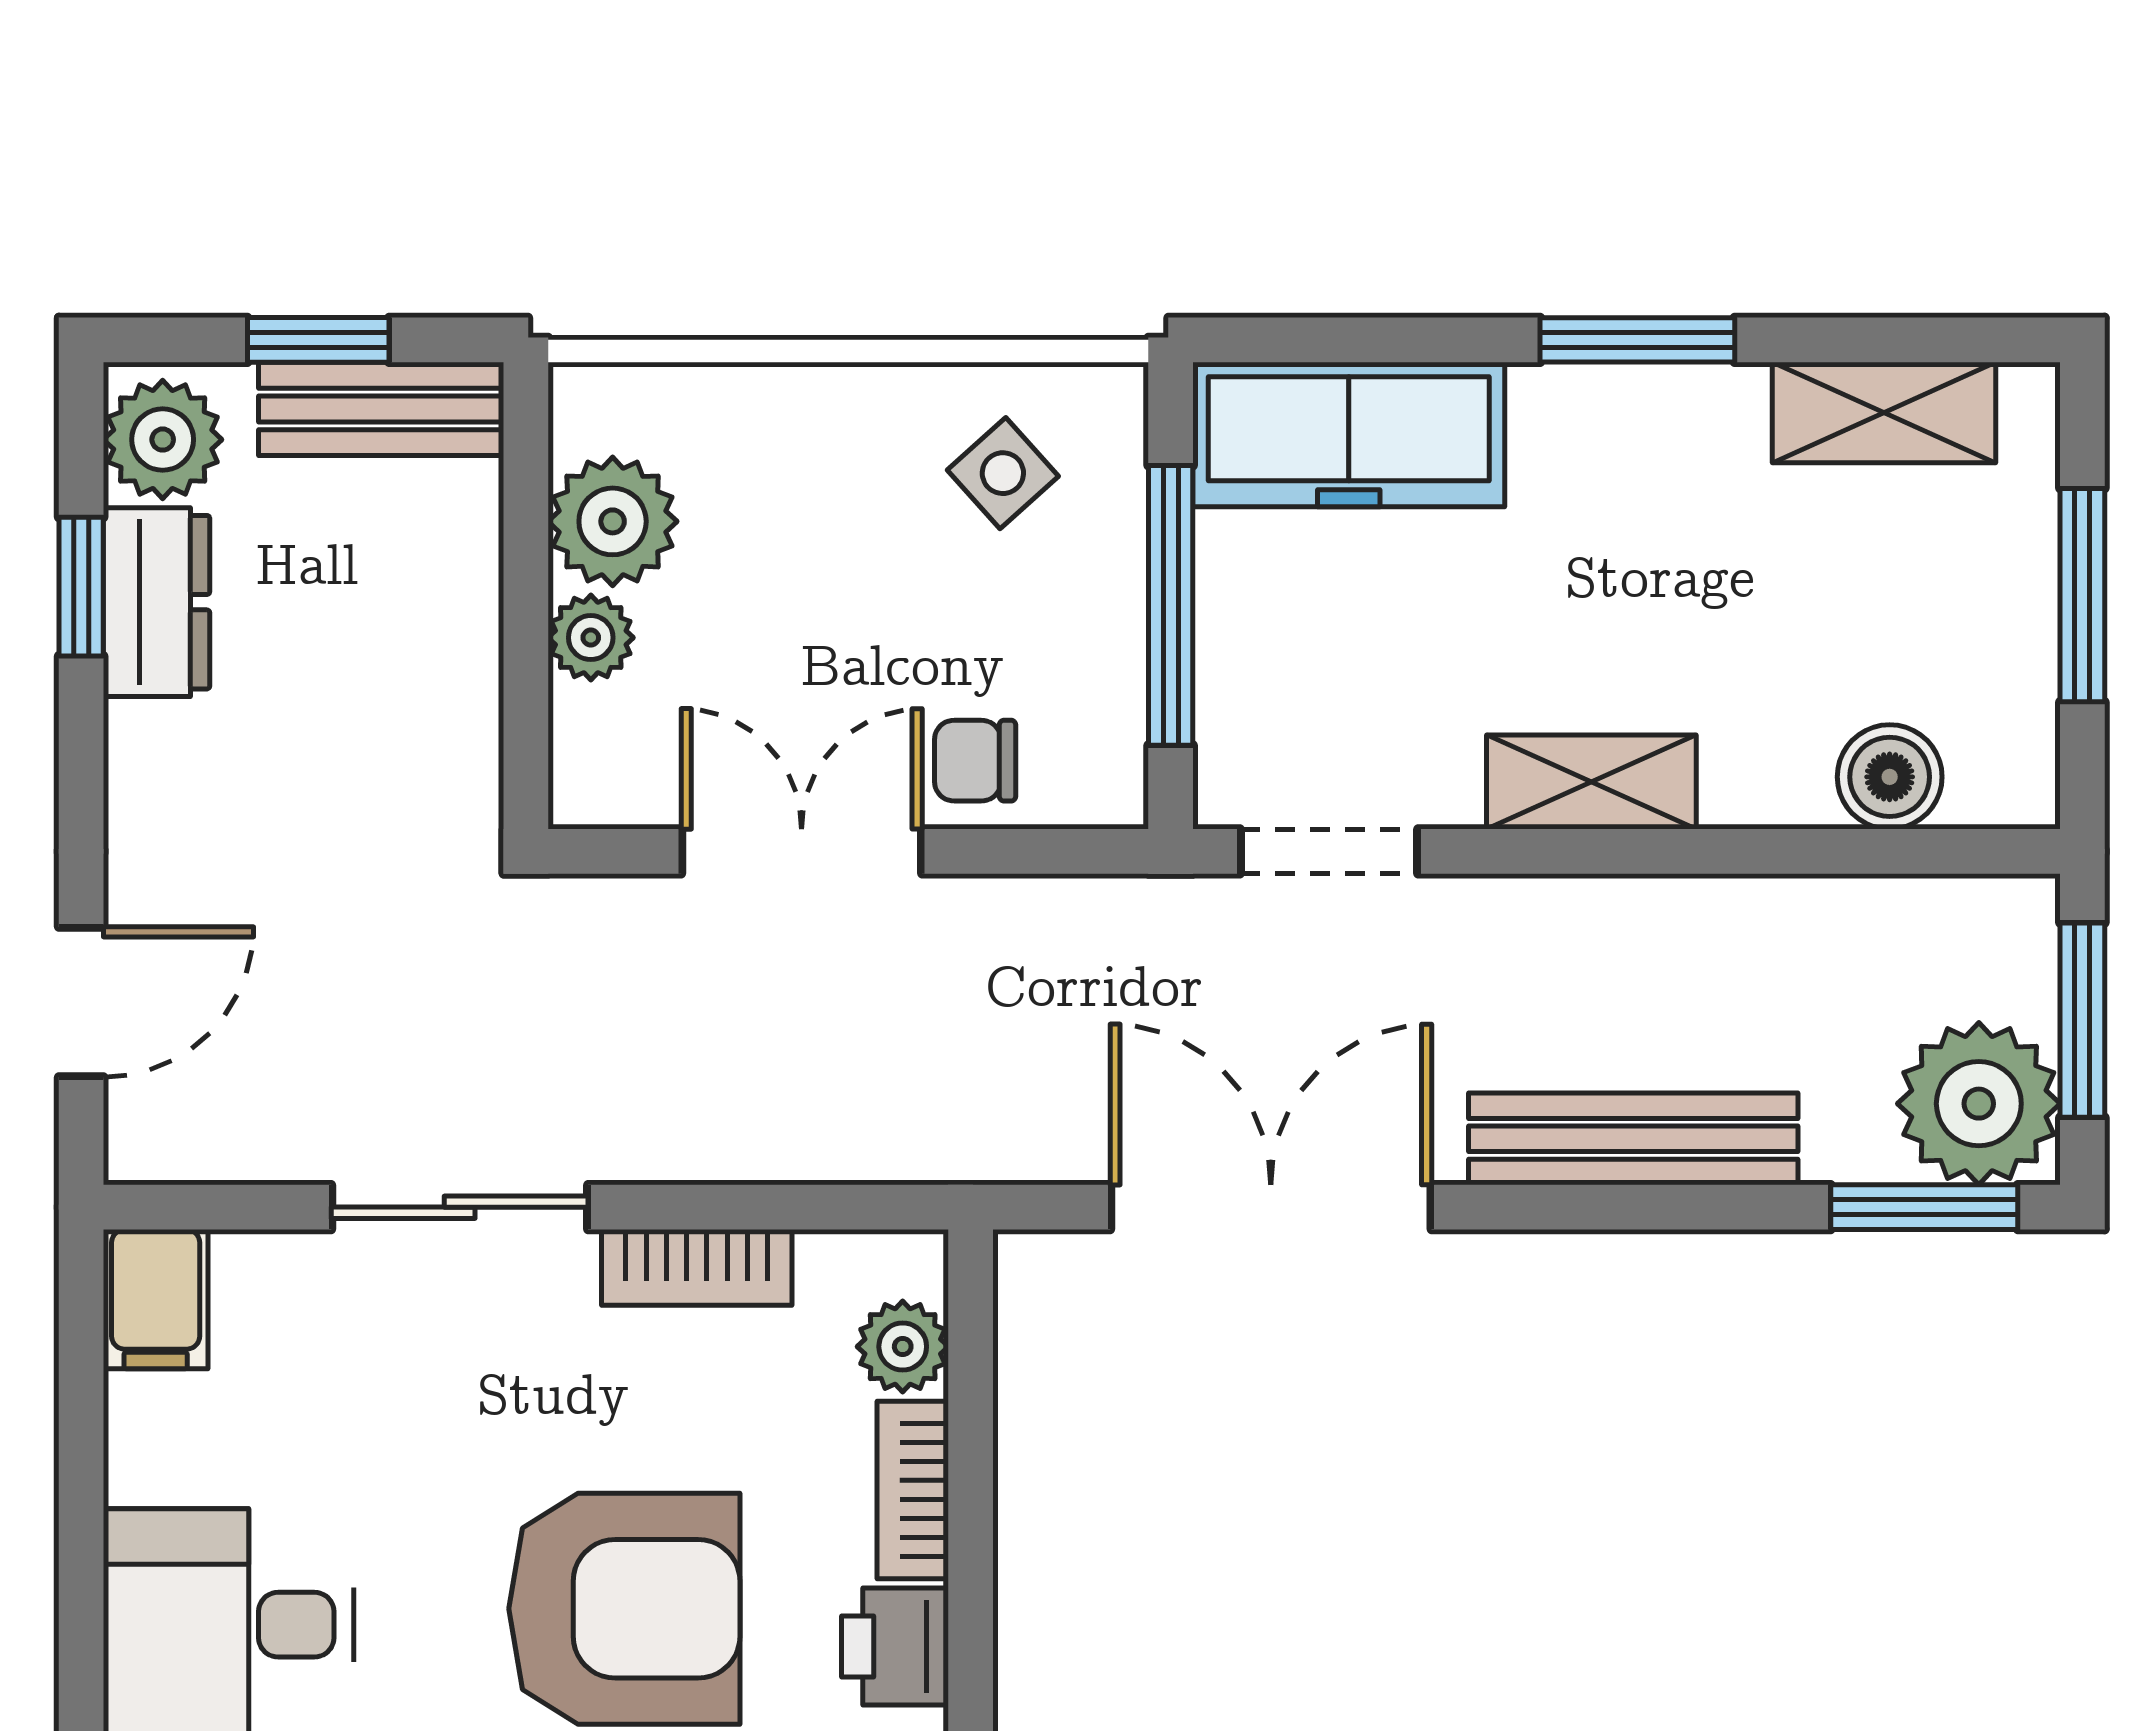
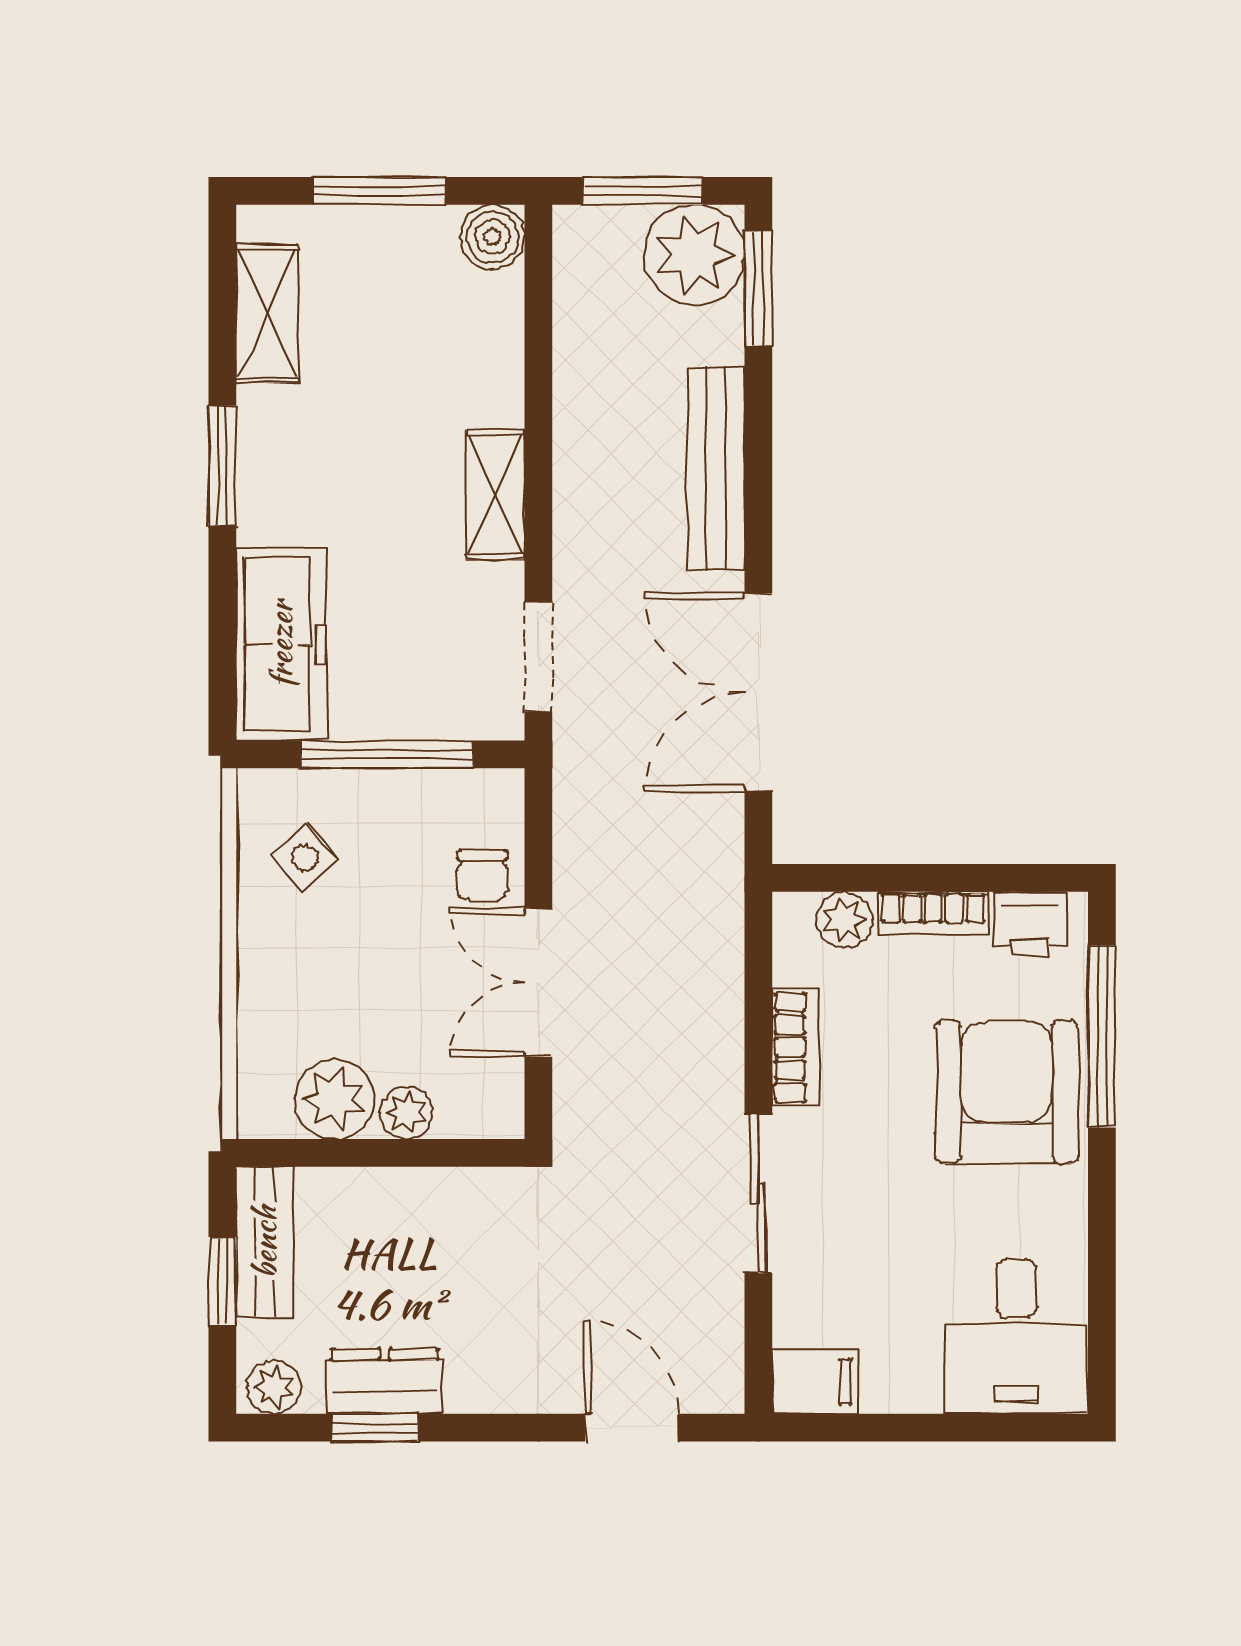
plant: (163, 440) -> (274, 1387), width x0.73, depth x0.73
boiler: (1890, 777) -> (492, 237), moved

